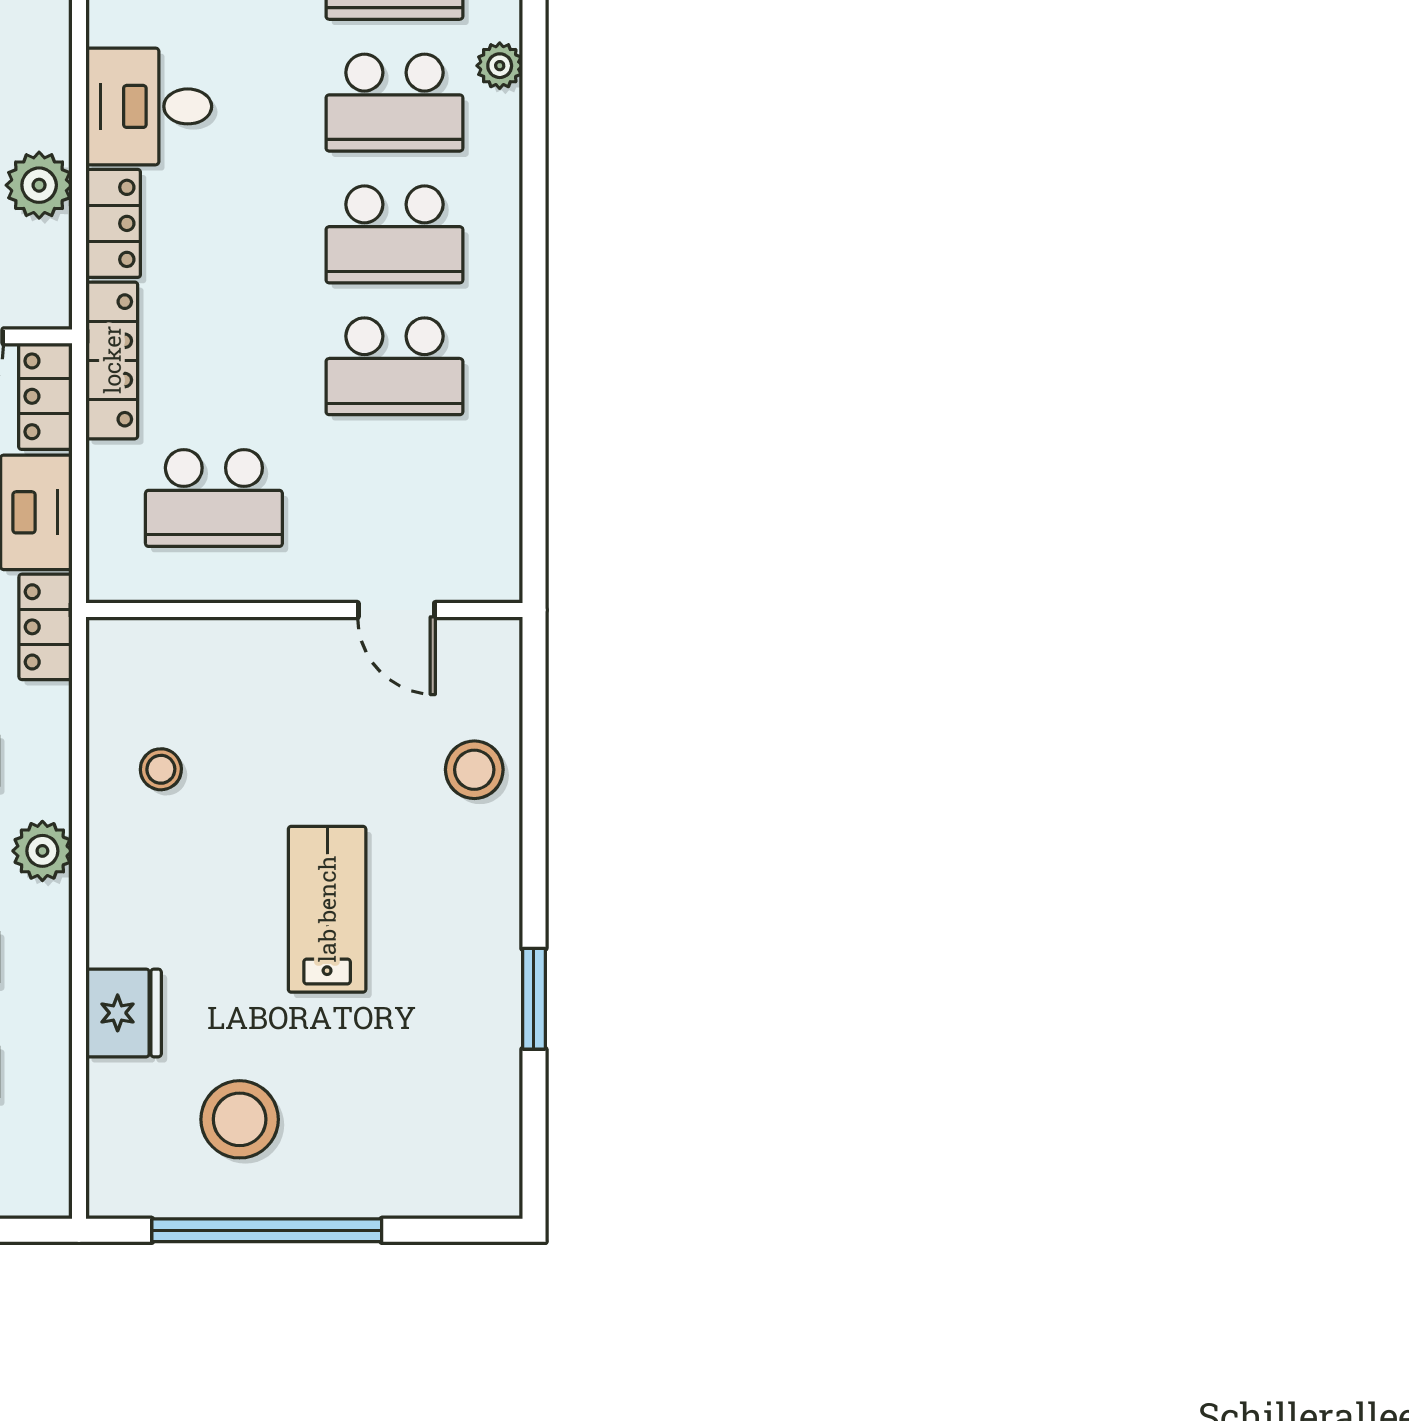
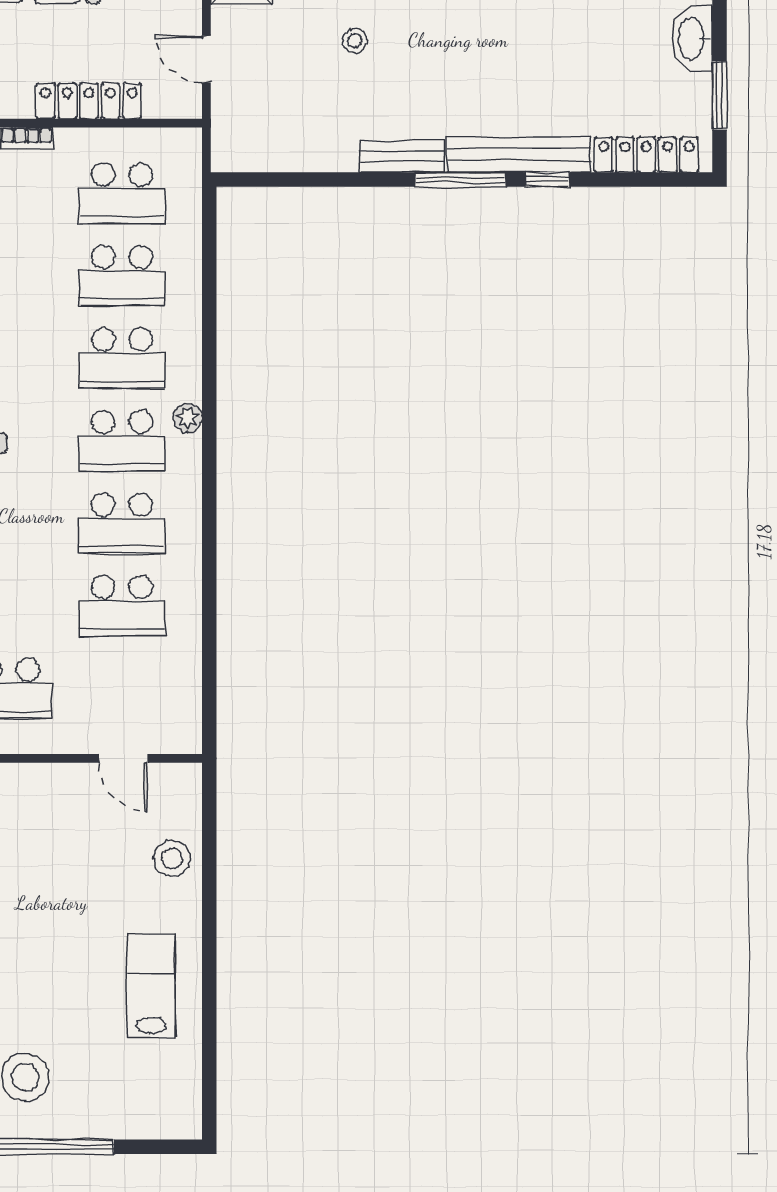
lab bench: (327, 909) -> (151, 986), moved
window: (534, 999) -> (209, 1002), removed

